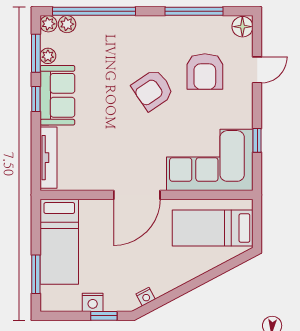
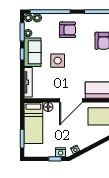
armchair: (153, 90) -> (68, 30), moved, turned -146
side table: (109, 113) -> (58, 61), added
floor lamp: (90, 209) -> (48, 107), added
nightstand: (93, 302) -> (61, 152), moved

